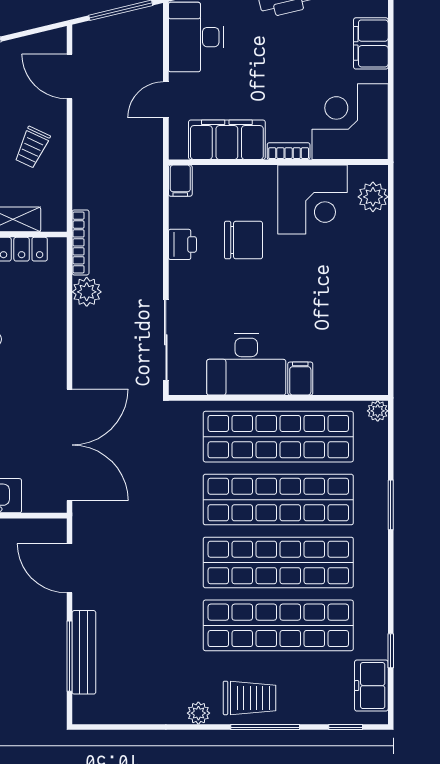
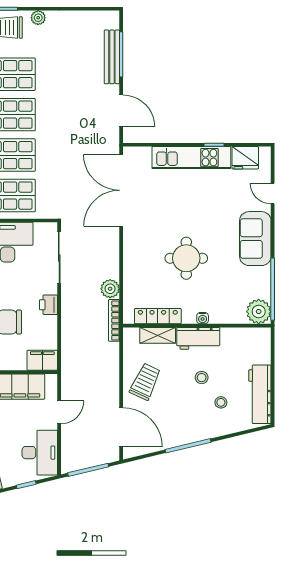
door: (69, 76) -> (121, 427), width x1.36
trolley: (32, 147) -> (145, 382), width x1.36, depth x1.39
filing cabinet: (180, 181) -> (42, 360), width x2.00
printer: (182, 244) -> (49, 305), moved

